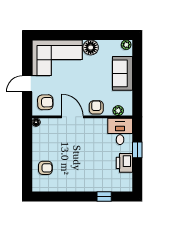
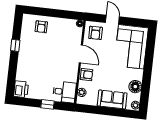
floor lamp: (91, 47) -> (135, 87), moved
door: (72, 117) -> (81, 54), hinge flipped
printer: (124, 163) -> (21, 89), moved, turned 90
window: (104, 196) -> (15, 45), moved

